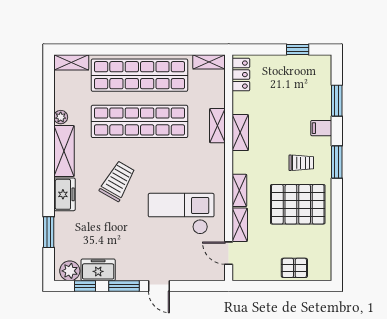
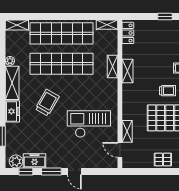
shelving: (239, 190) -> (127, 109), removed

